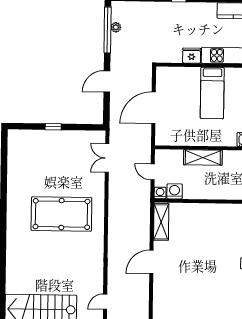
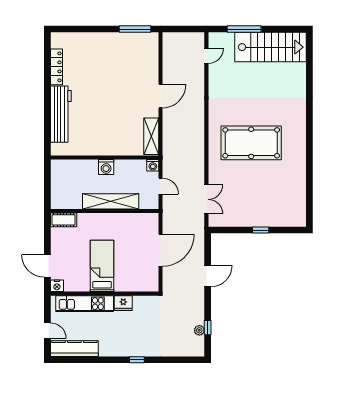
window: (108, 30) -> (208, 328), width x0.32
shelving: (203, 157) -> (111, 201), width x1.47
washing machine: (175, 191) -> (106, 167), moved

